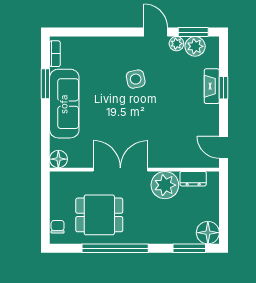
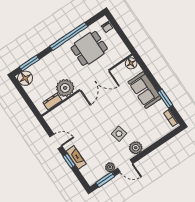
plant: (195, 46) -> (136, 148), moved
sofa: (64, 104) -> (145, 90), width x0.73
door: (224, 147) -> (56, 141), moved

